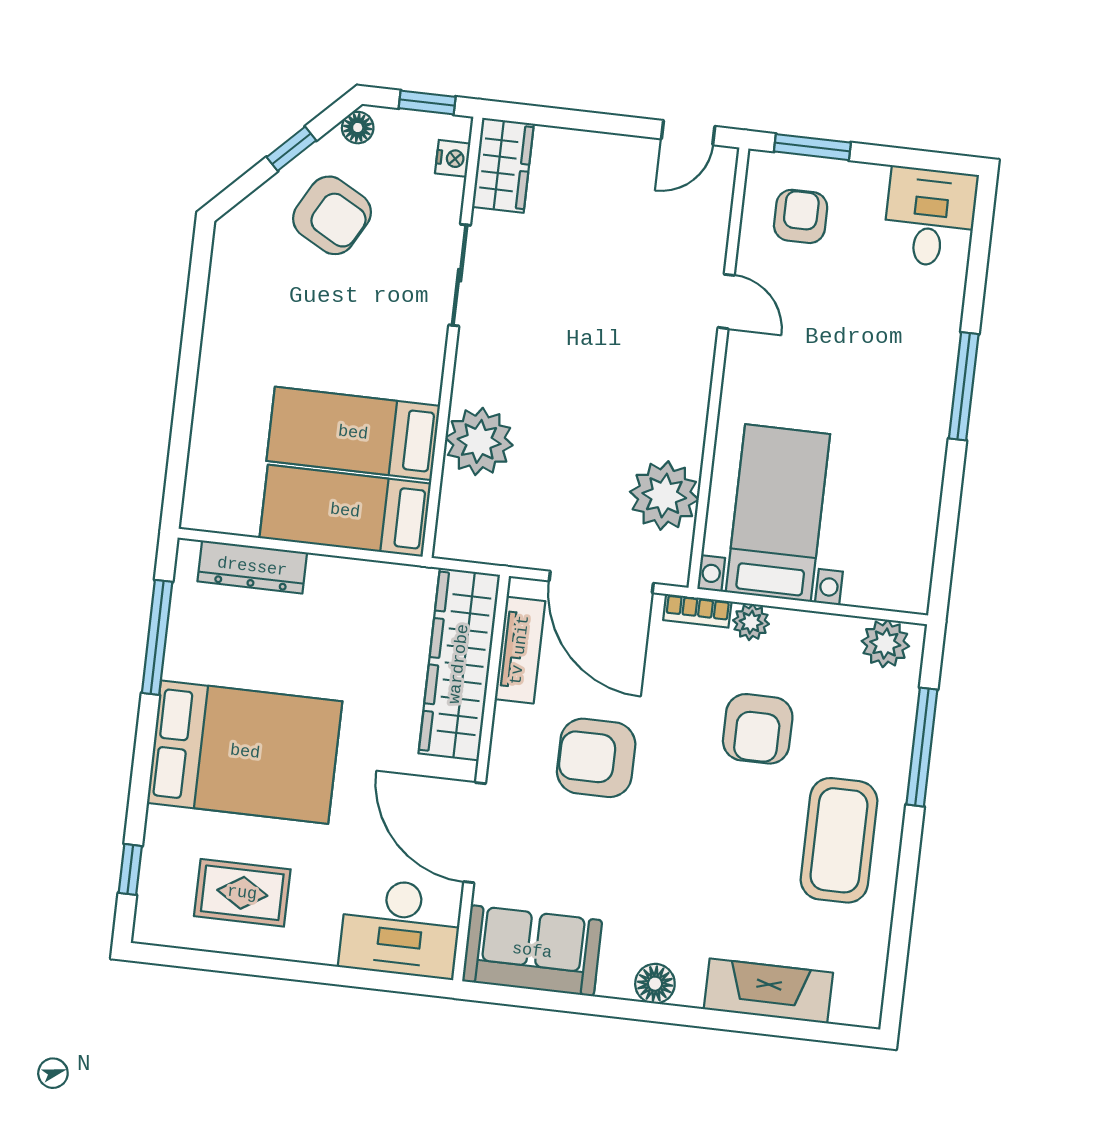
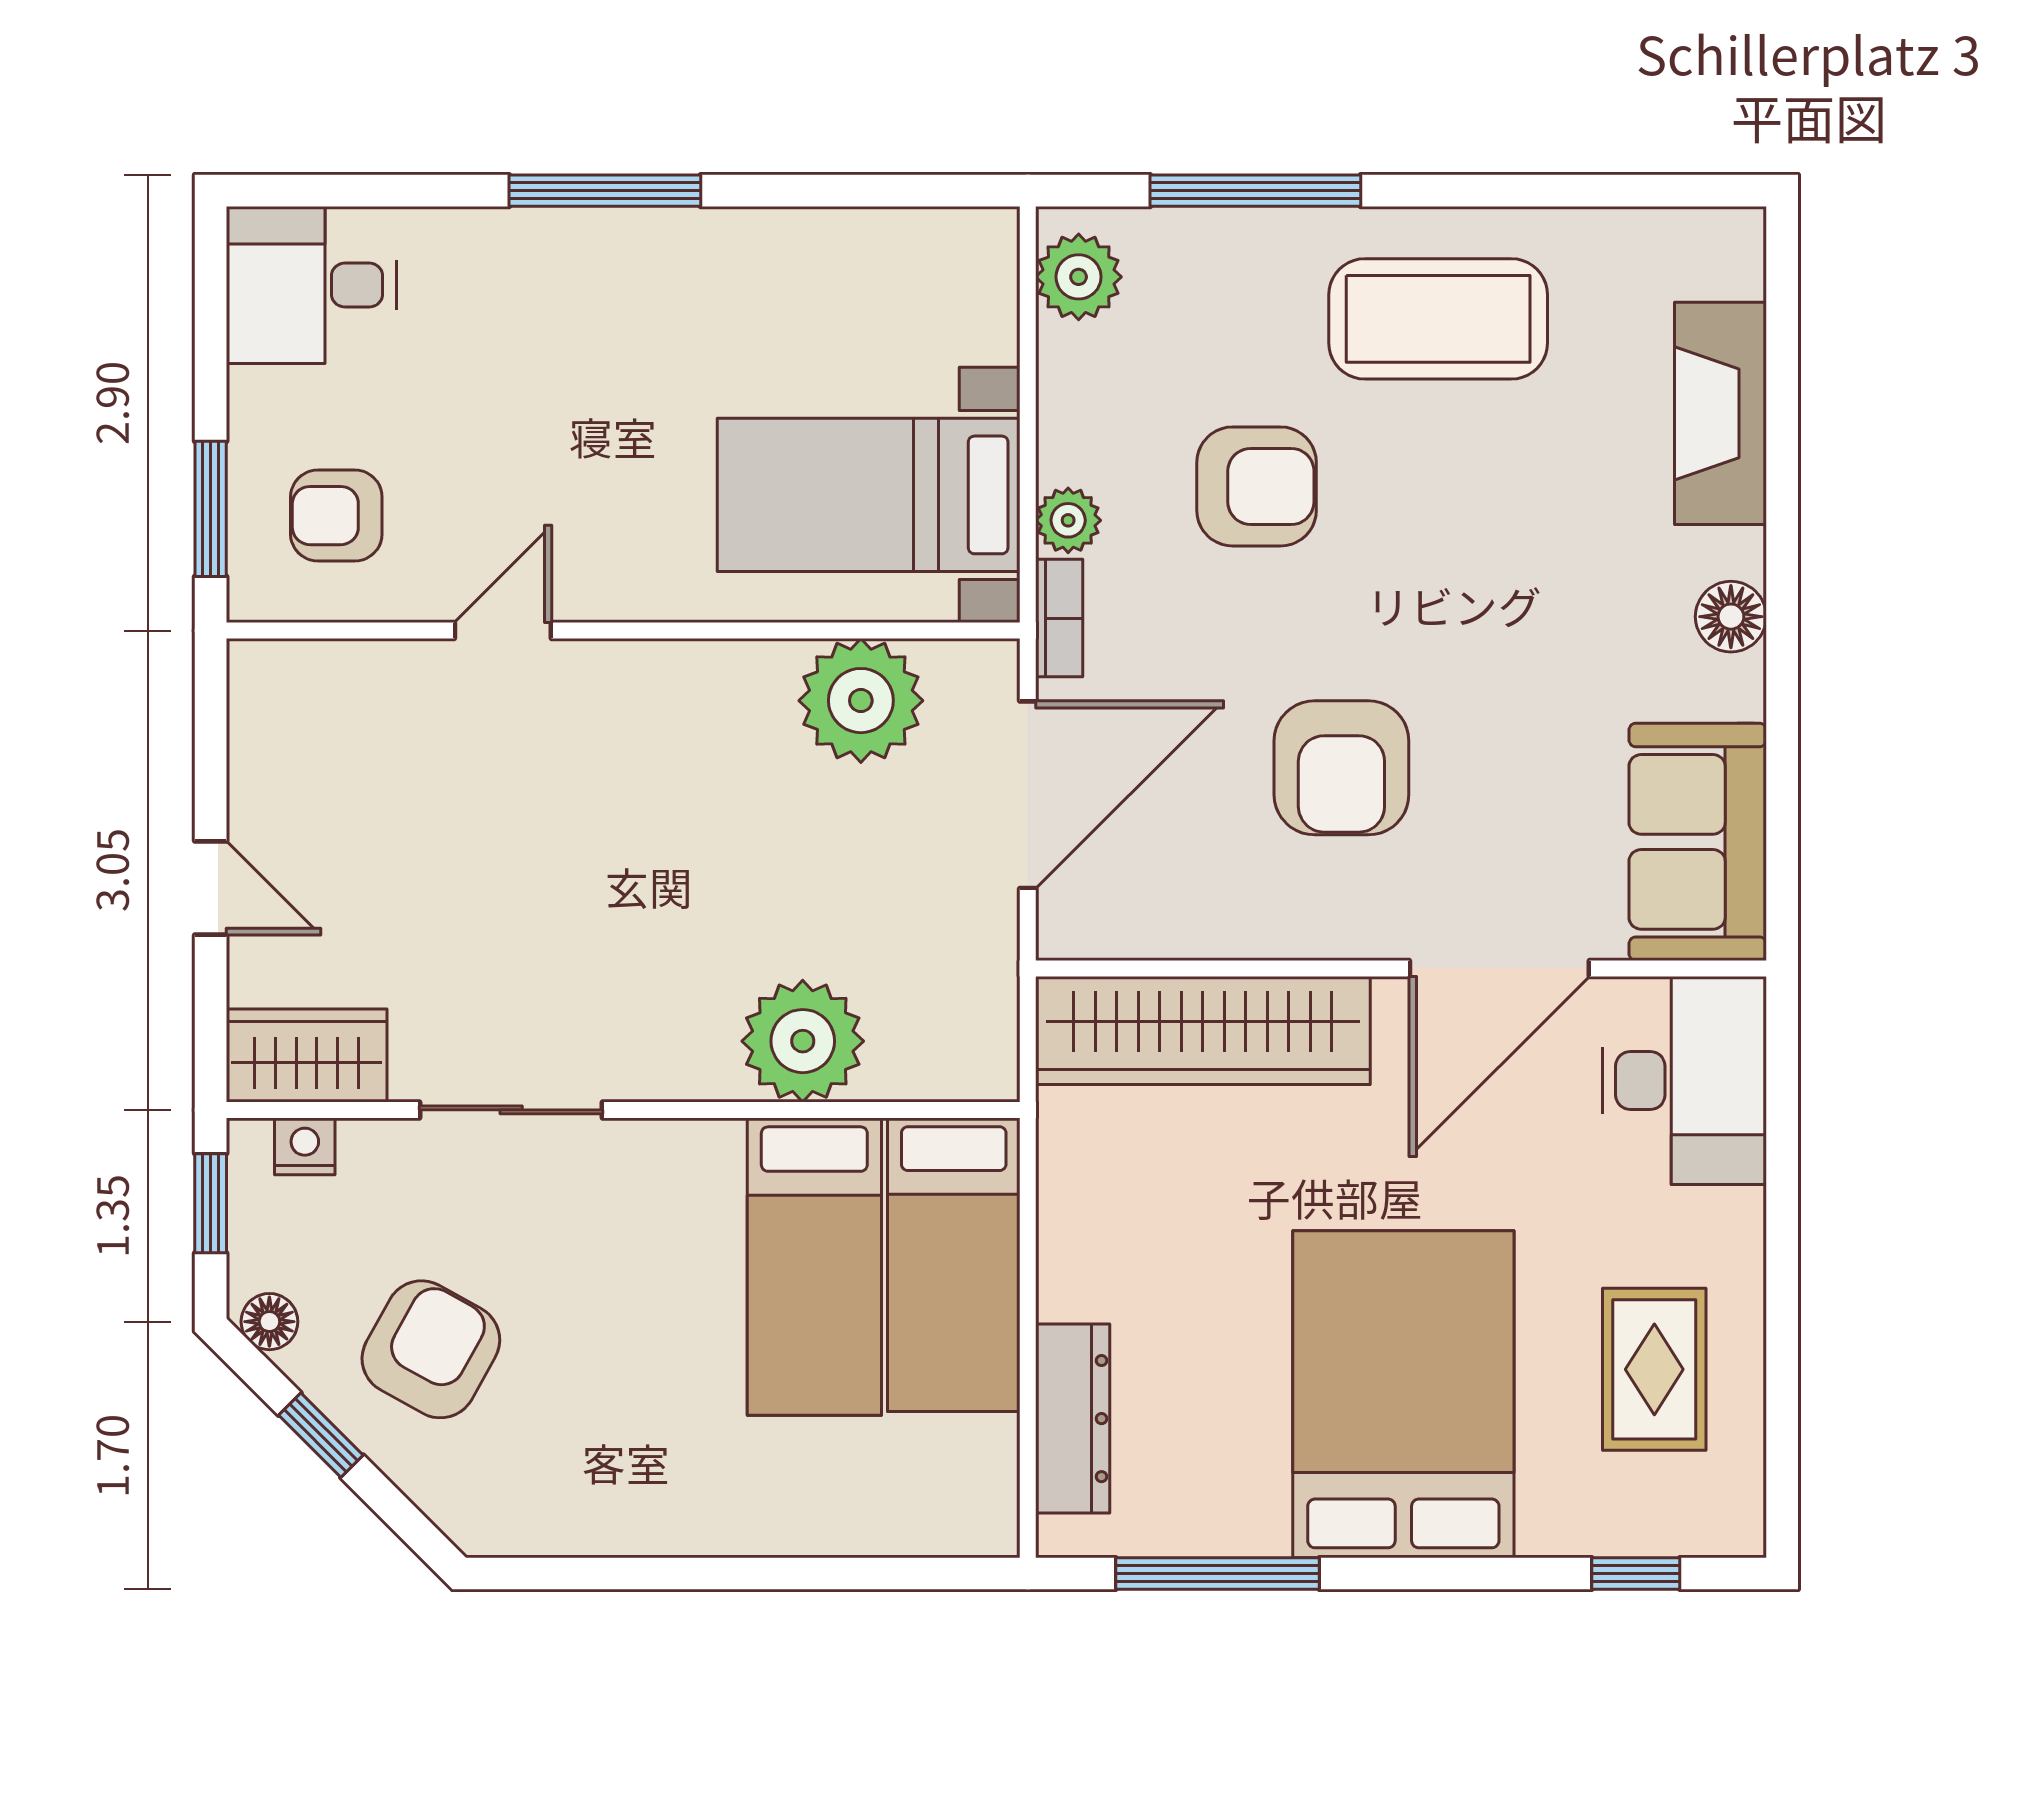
door: (688, 133) -> (211, 888), moved
tv unit: (520, 650) -> (1165, 925), removed

